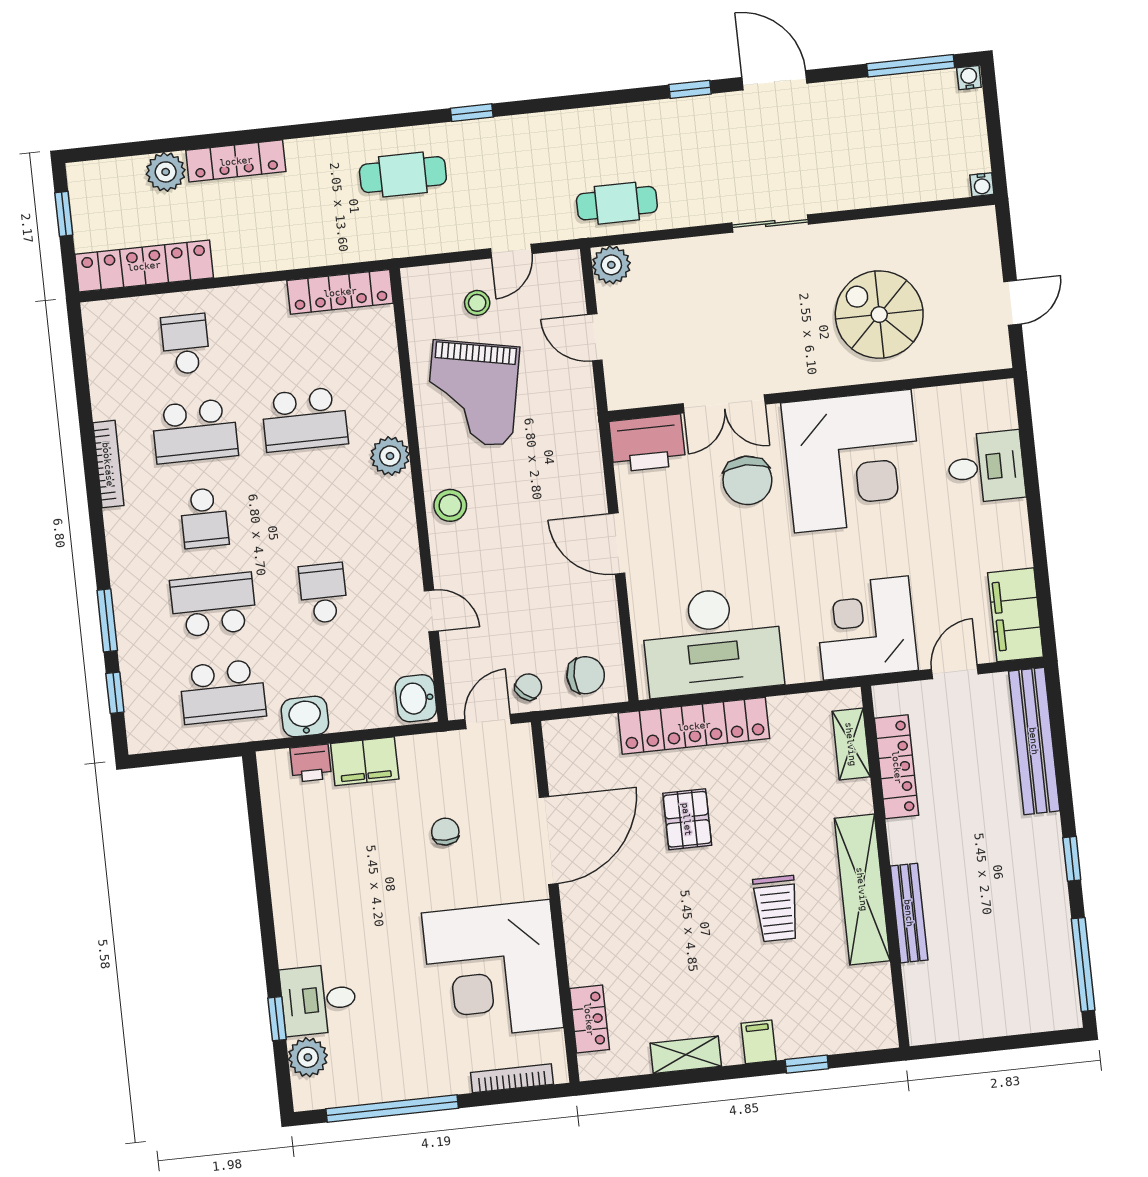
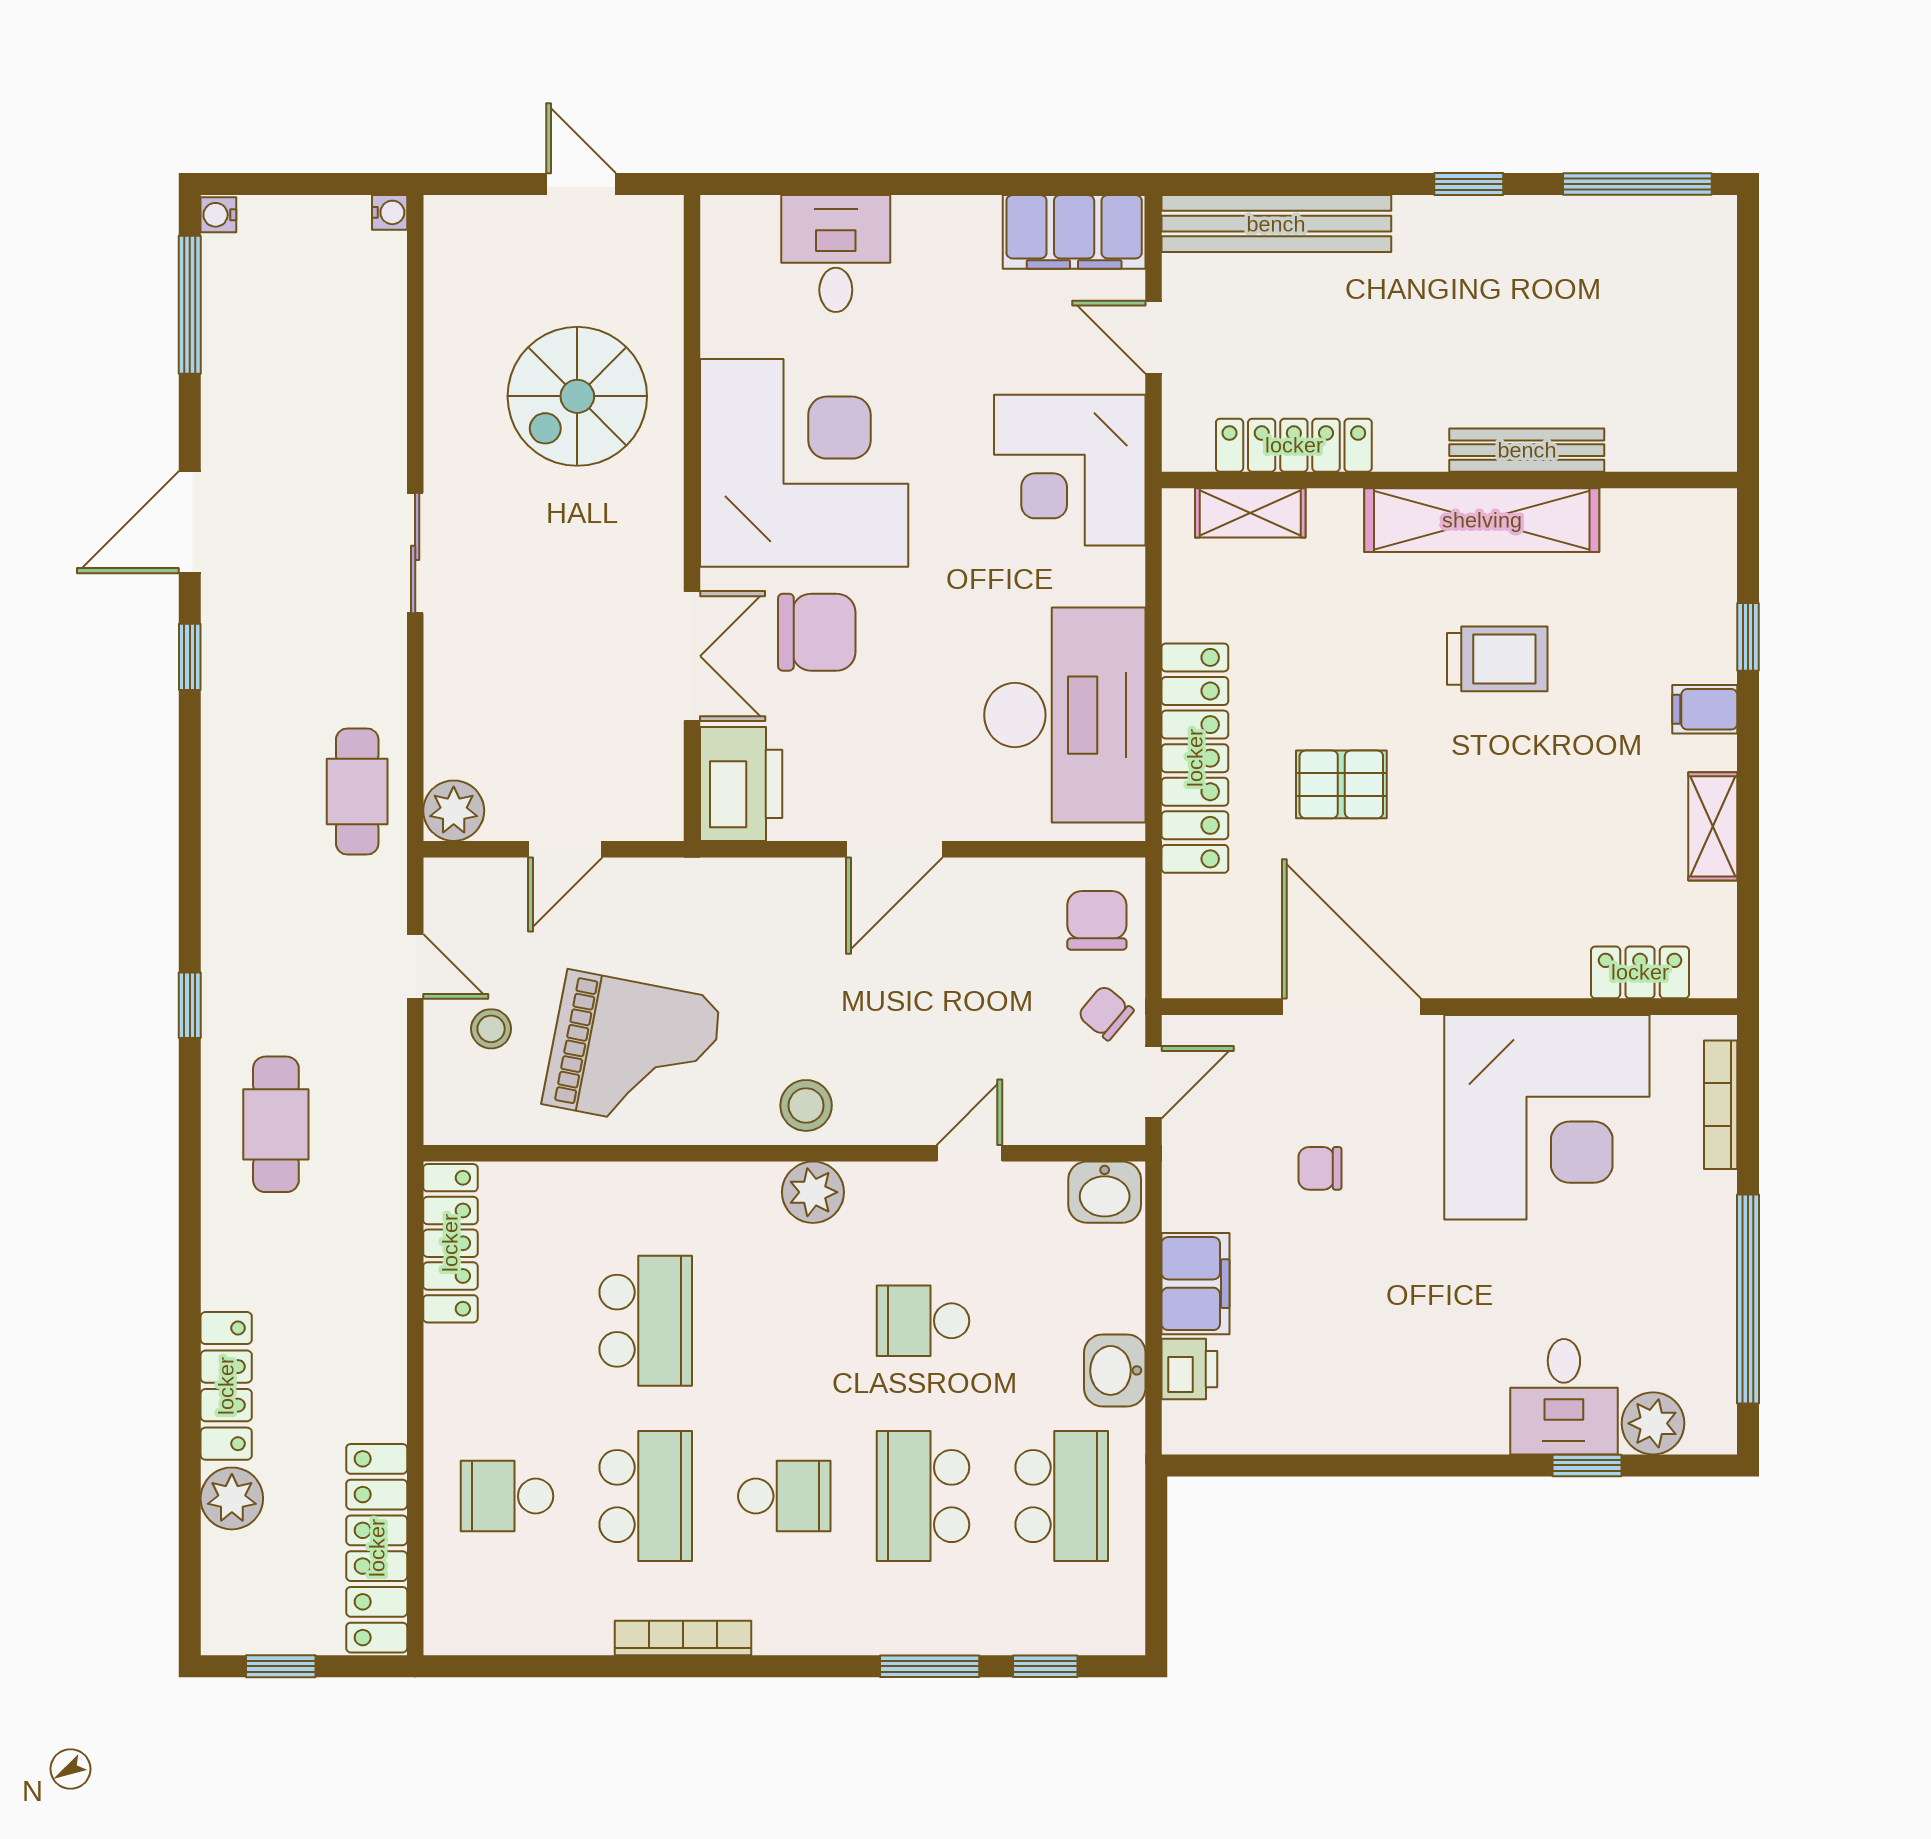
plant: (390, 456) -> (813, 1192), moved
door: (488, 722) -> (1154, 1082), swing flipped

